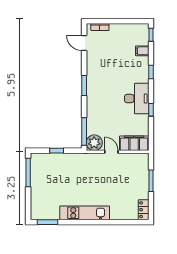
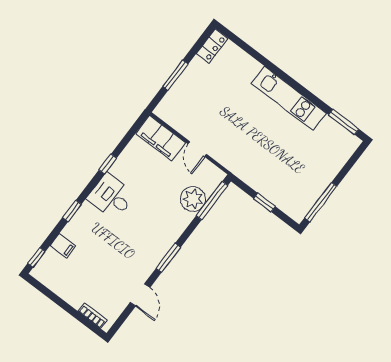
door: (84, 43) -> (140, 295), moved
desk: (137, 99) -> (111, 197), width x0.73
plant: (94, 143) -> (193, 199), moved

